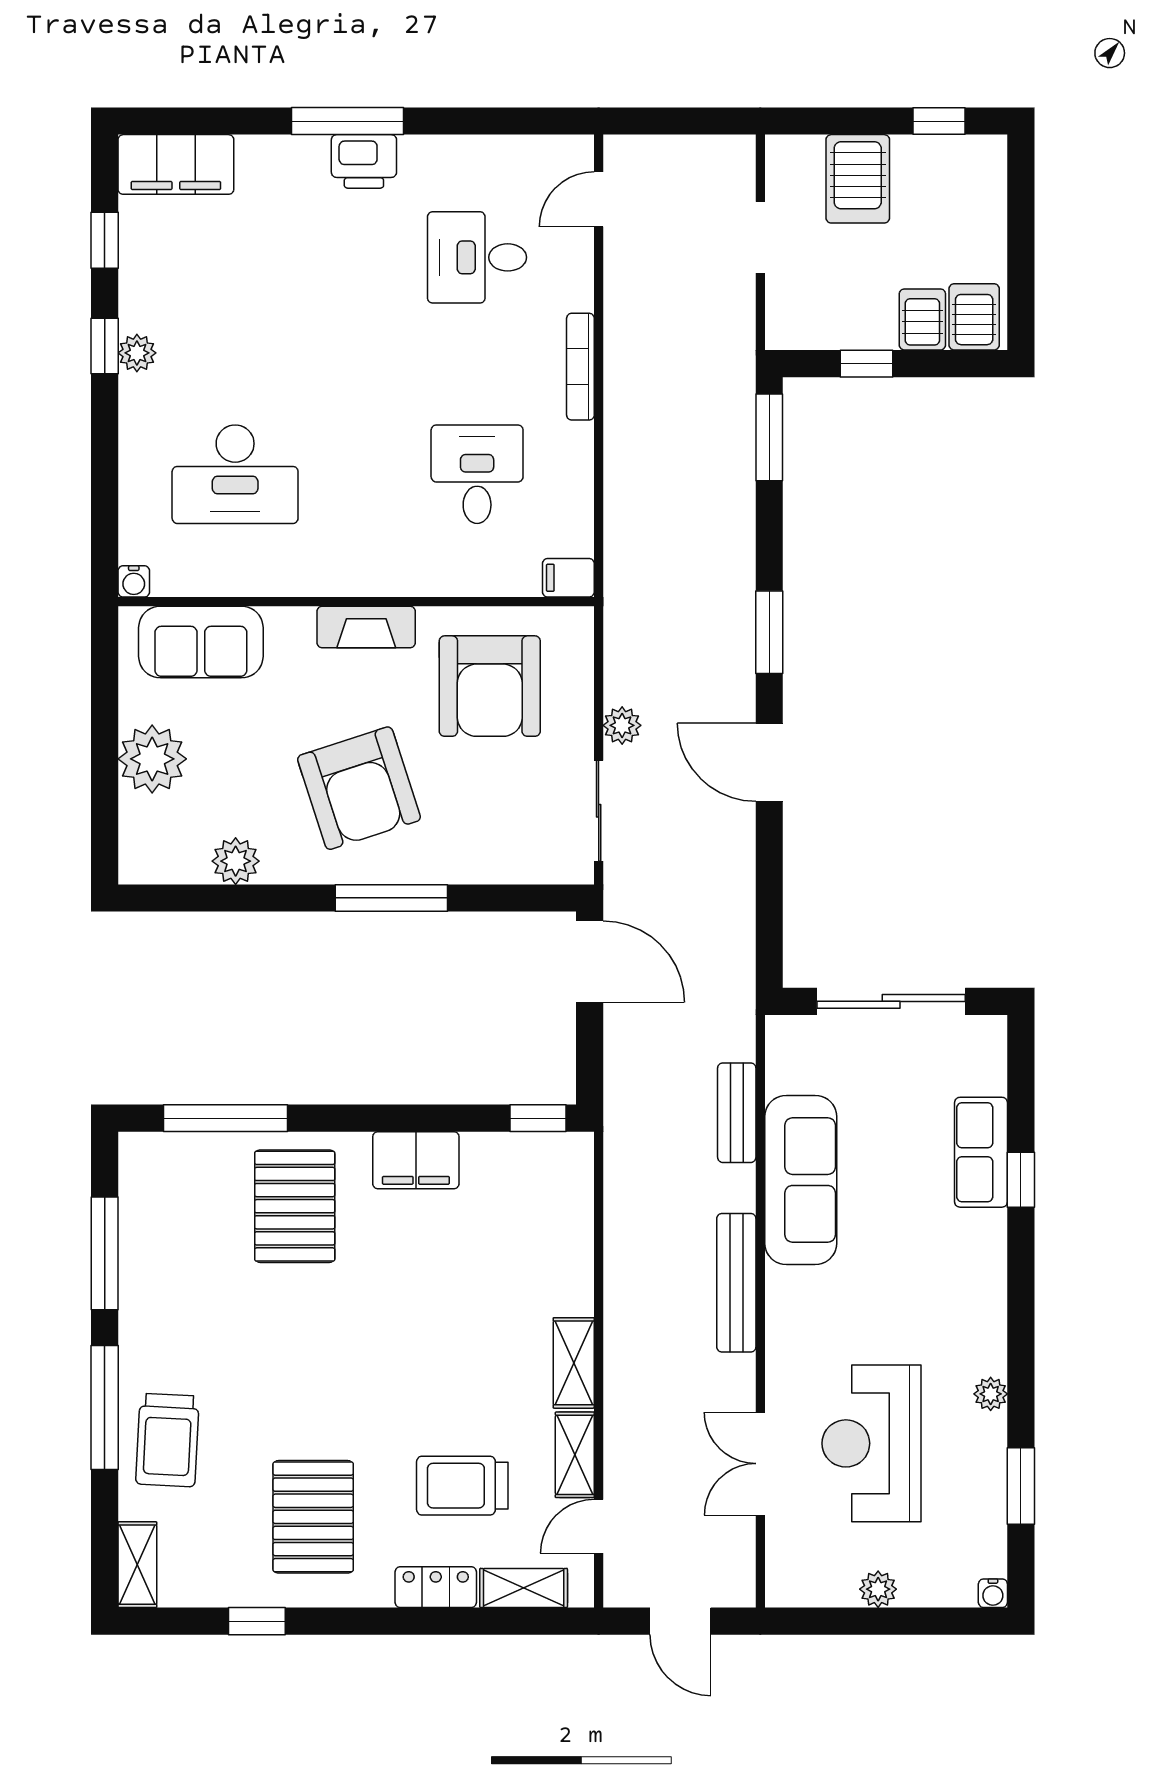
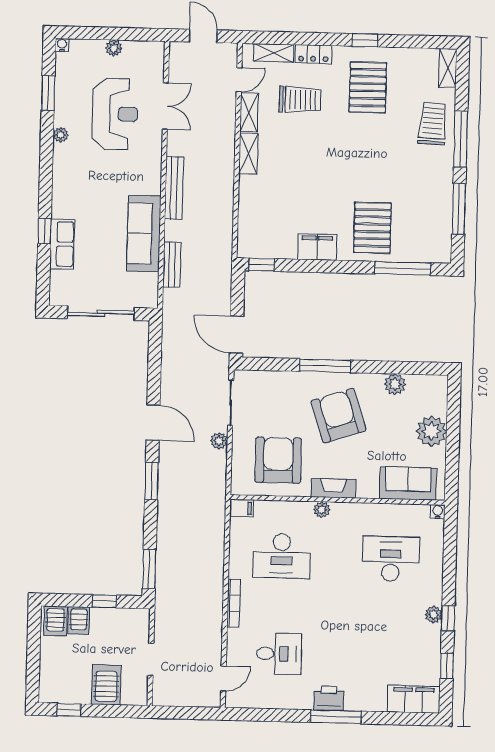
desk: (477, 474) -> (282, 556), width x1.37
plant: (391, 579) -> (322, 510), added
window: (257, 1621) -> (365, 40), moved

